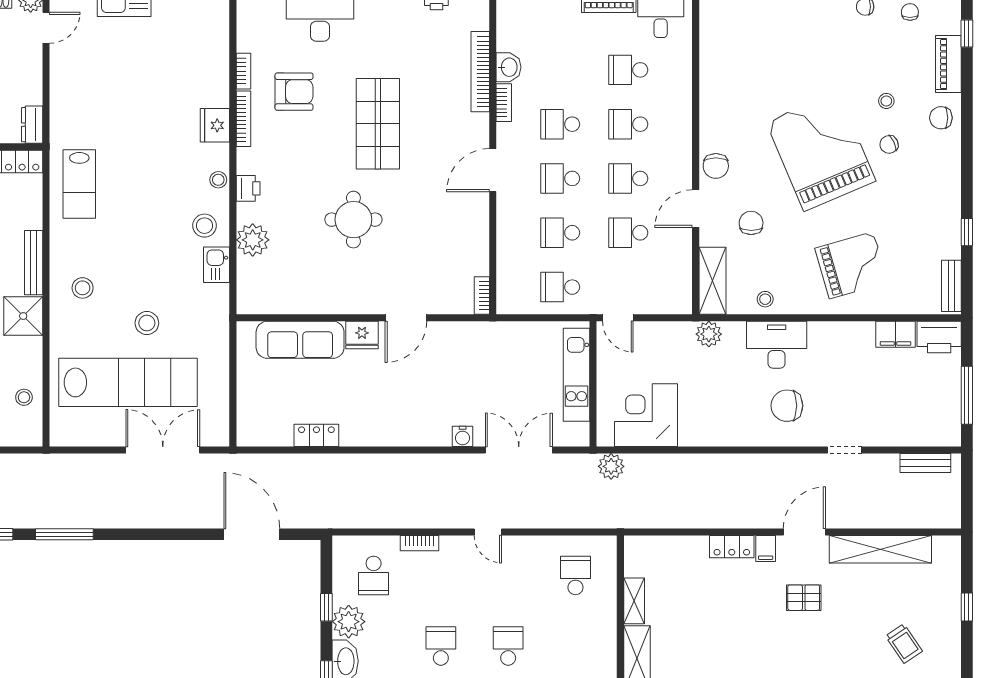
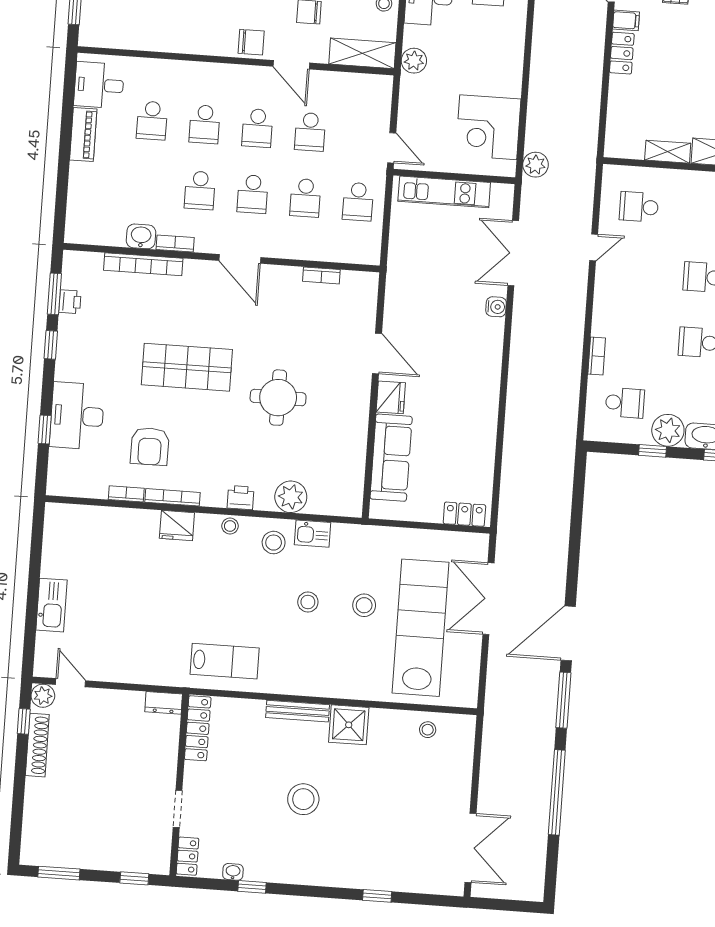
armchair: (294, 92) -> (150, 446), turned 180
stool: (83, 288) -> (308, 602), moved
bookcase: (482, 295) -> (321, 275), moved
door: (618, 318) -> (392, 148), hinge flipped
locker: (316, 435) -> (464, 514), moved, turned 90
door: (488, 532) -> (594, 247), moved
door: (252, 534) -> (568, 633), moved

